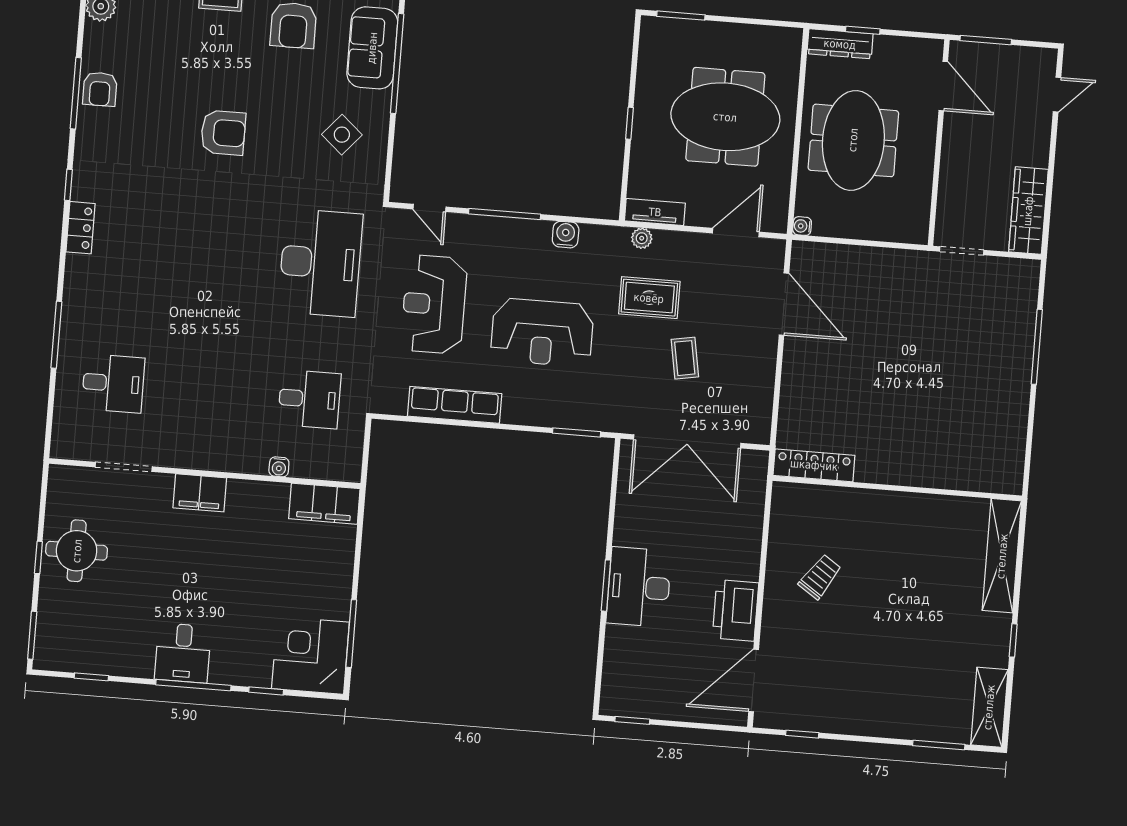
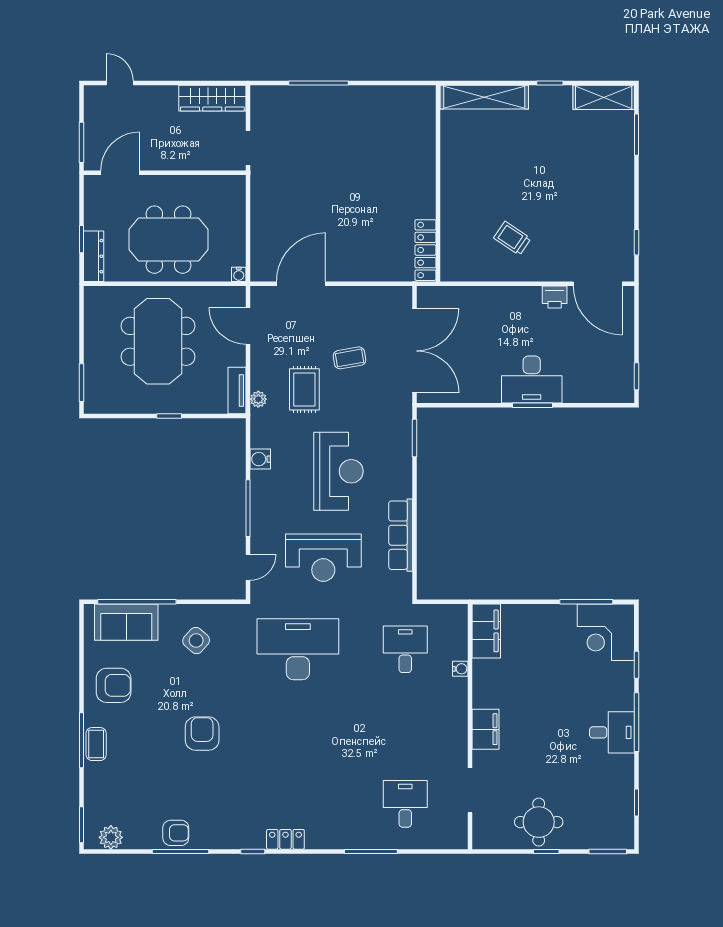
printer: (735, 610) -> (555, 297), width x0.53, depth x0.68

